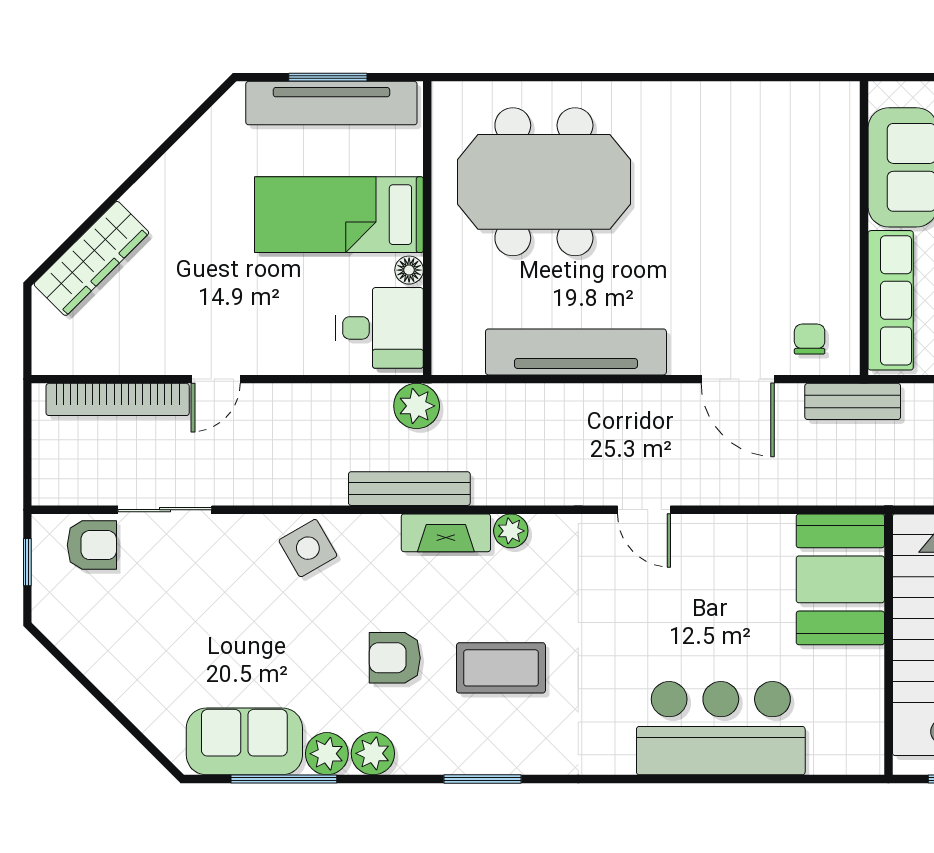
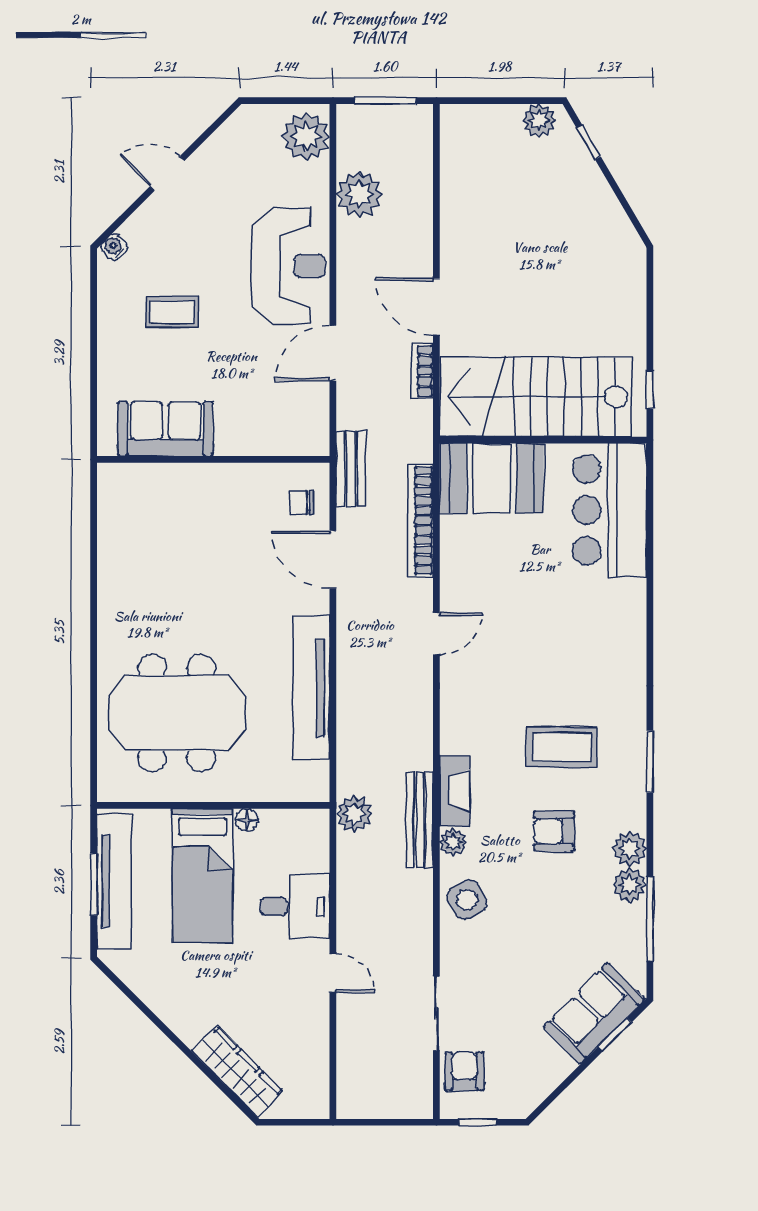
meeting table: (544, 182) -> (177, 713), turned 90
row of seats: (891, 300) -> (271, 438), removed
desk: (380, 328) -> (295, 906), moved, turned 90
door: (738, 379) -> (333, 559), swing flipped
bookcase: (118, 399) -> (420, 521), moved, turned 180
plant: (511, 531) -> (453, 842), moved
armchair: (395, 658) -> (554, 831), turned 90
coffee table: (501, 668) -> (562, 747), turned 90
bar counter: (721, 728) -> (610, 510), moved
window: (138, 735) -> (615, 1035), added
sofa: (244, 741) -> (594, 1013), moved, turned 45

